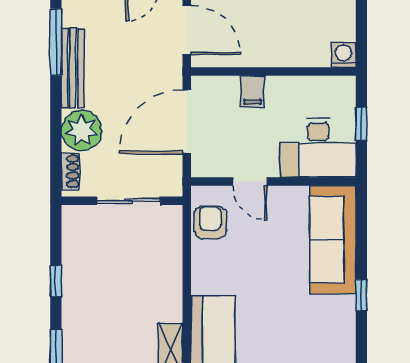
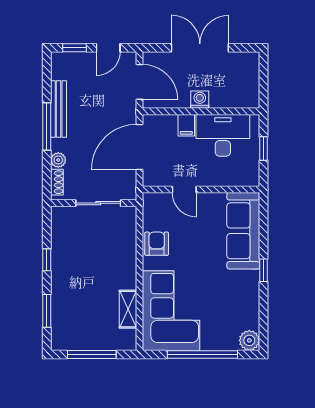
window: (56, 42) -> (47, 126), moved
washing machine: (343, 55) -> (200, 100), moved
plant: (82, 131) -> (58, 160), width x0.53, depth x0.53
desk: (318, 148) -> (223, 135), moved, turned 180
armchair: (210, 223) -> (157, 244), moved

